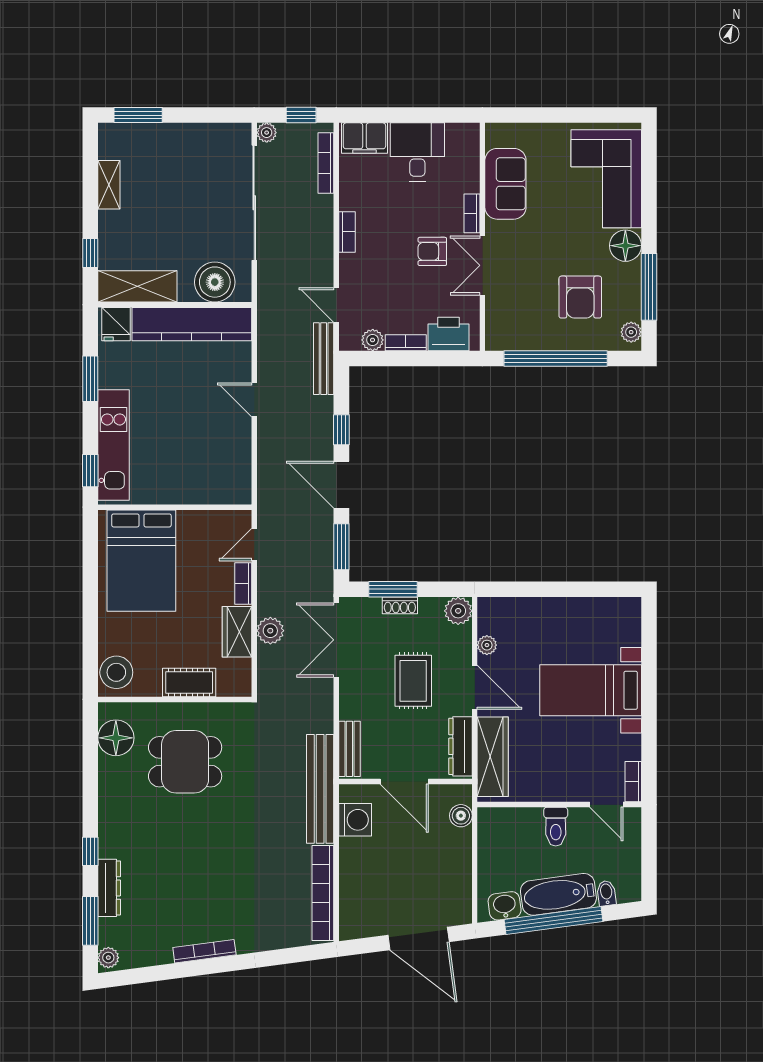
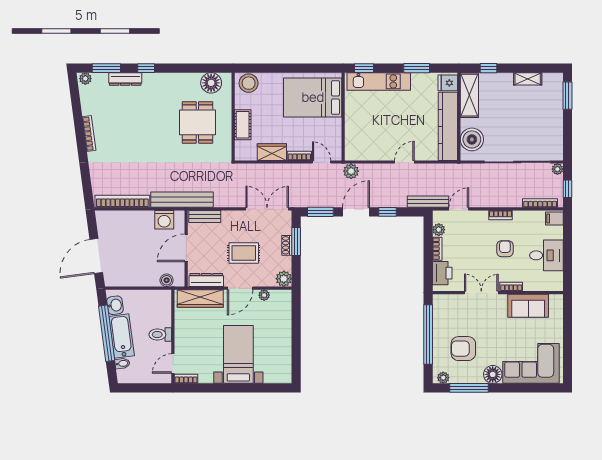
filing cabinet: (364, 138) -> (554, 219), width x0.50
armchair: (432, 251) -> (505, 249), moved
plant: (270, 631) -> (351, 171), moved

